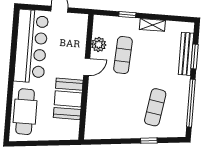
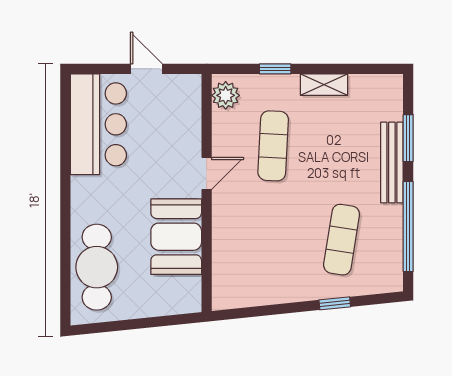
plant: (99, 44) -> (226, 95), moved
bar counter: (31, 46) -> (98, 124), width x0.73
bench: (186, 54) -> (392, 162), moved

